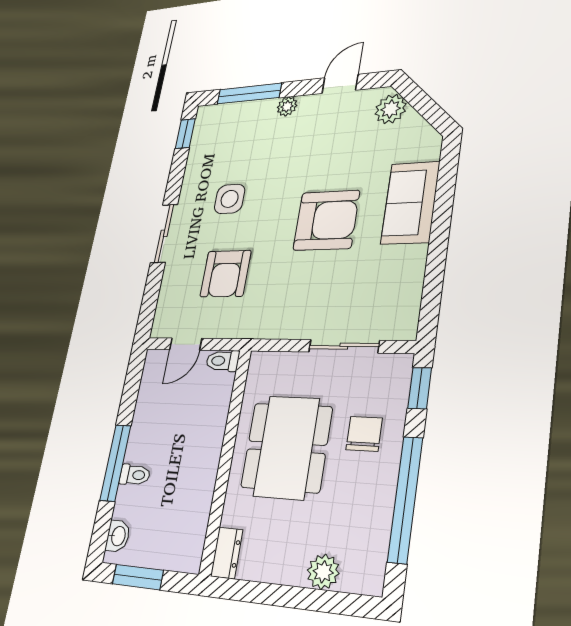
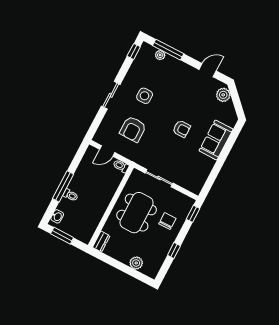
plant: (287, 106) -> (160, 55), moved
armchair: (326, 220) -> (182, 129), width x0.53, depth x0.53
sliding door: (344, 346) -> (159, 178), moved
window: (405, 499) -> (174, 250), width x0.32

